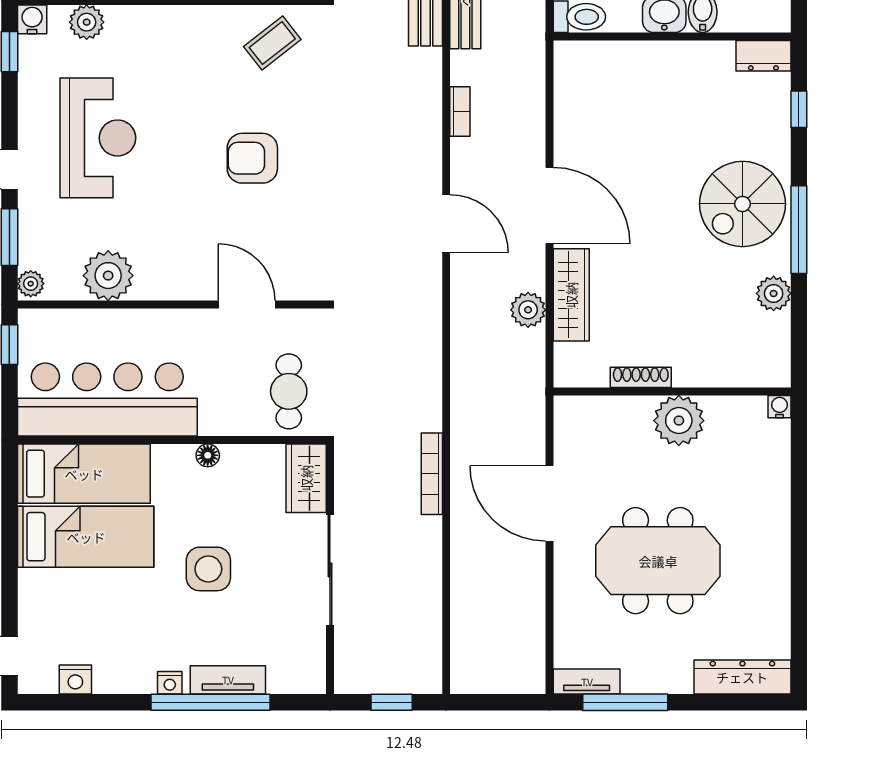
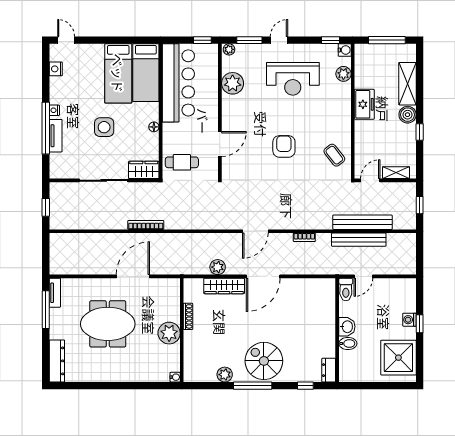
meeting table: (658, 561) -> (108, 324), turned 90

